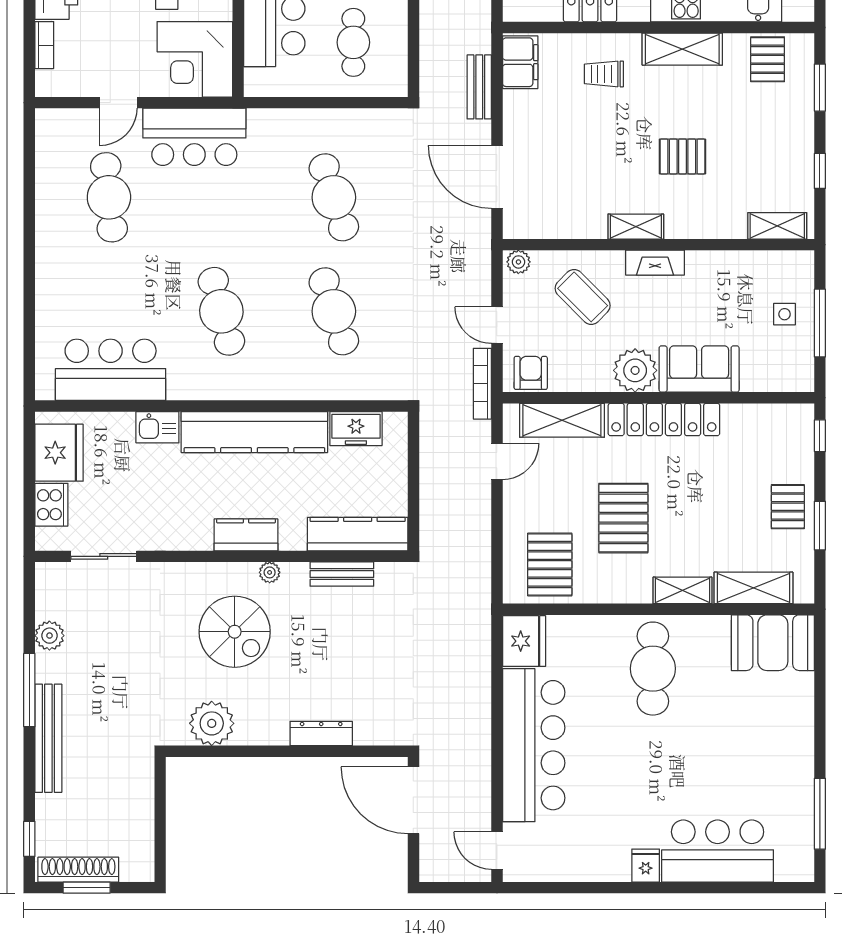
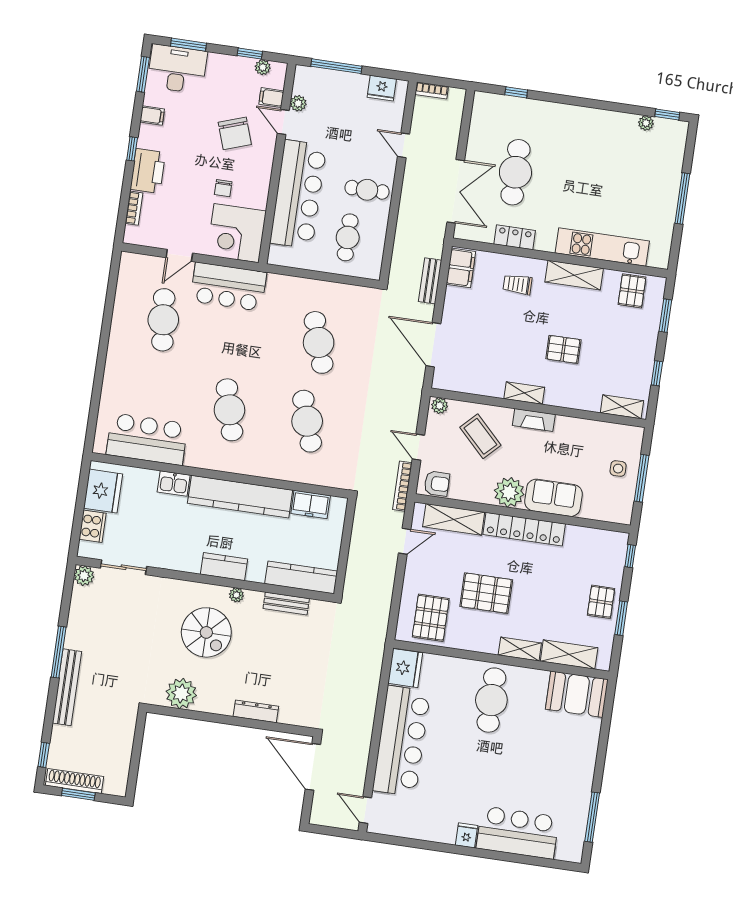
armchair: (531, 373) -> (437, 484), turned 90
pallet: (623, 518) -> (486, 593), turned 90
plant: (49, 636) -> (84, 576), moved

